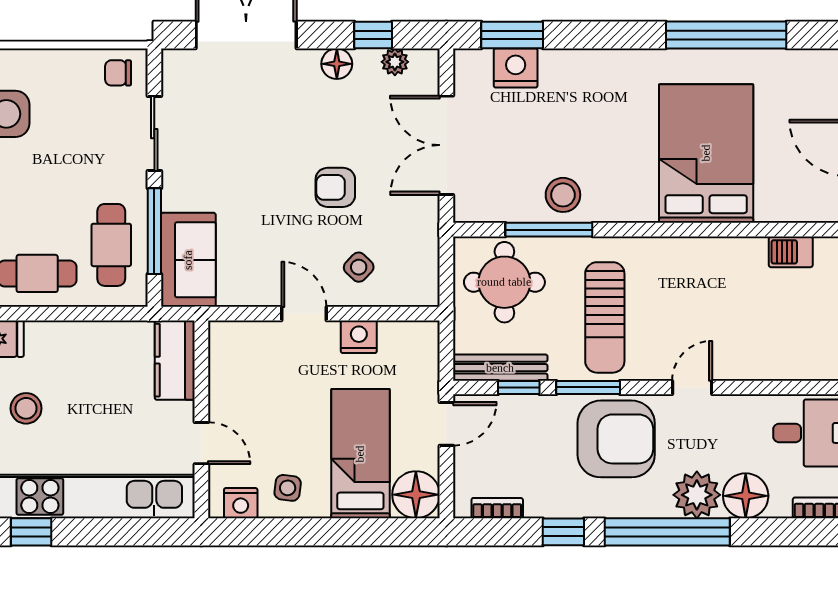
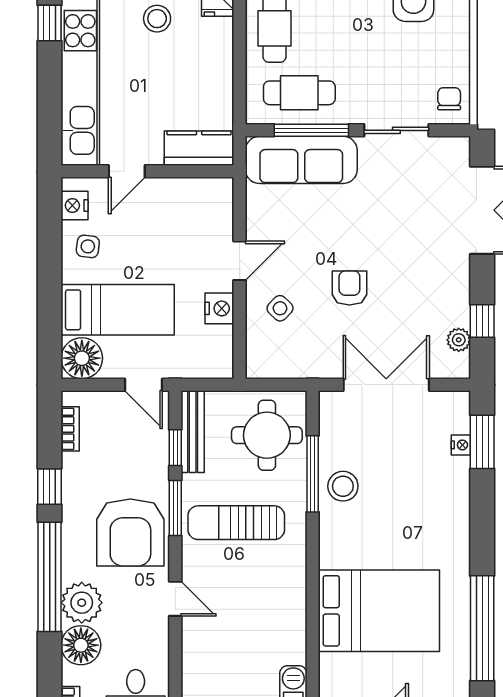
floor lamp: (337, 64) -> (457, 289), removed
nightstand: (516, 68) -> (461, 445), width x0.53, depth x0.56
sofa: (188, 260) -> (301, 160), width x1.36

